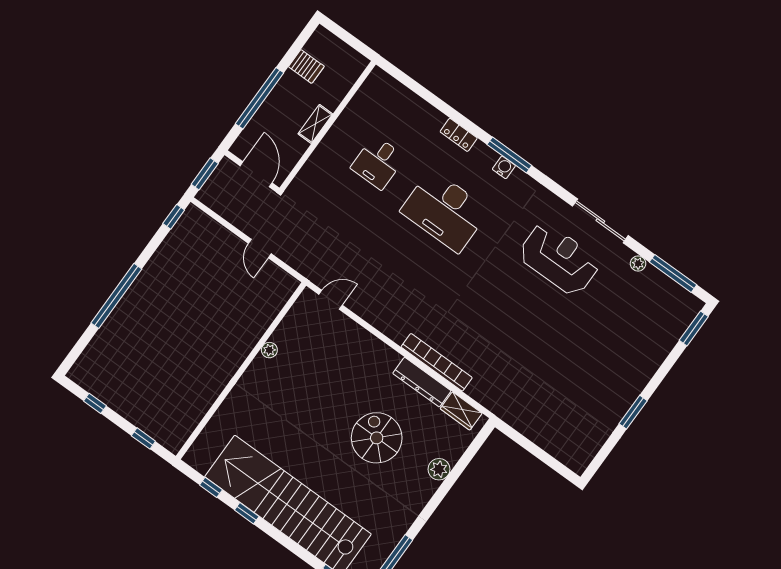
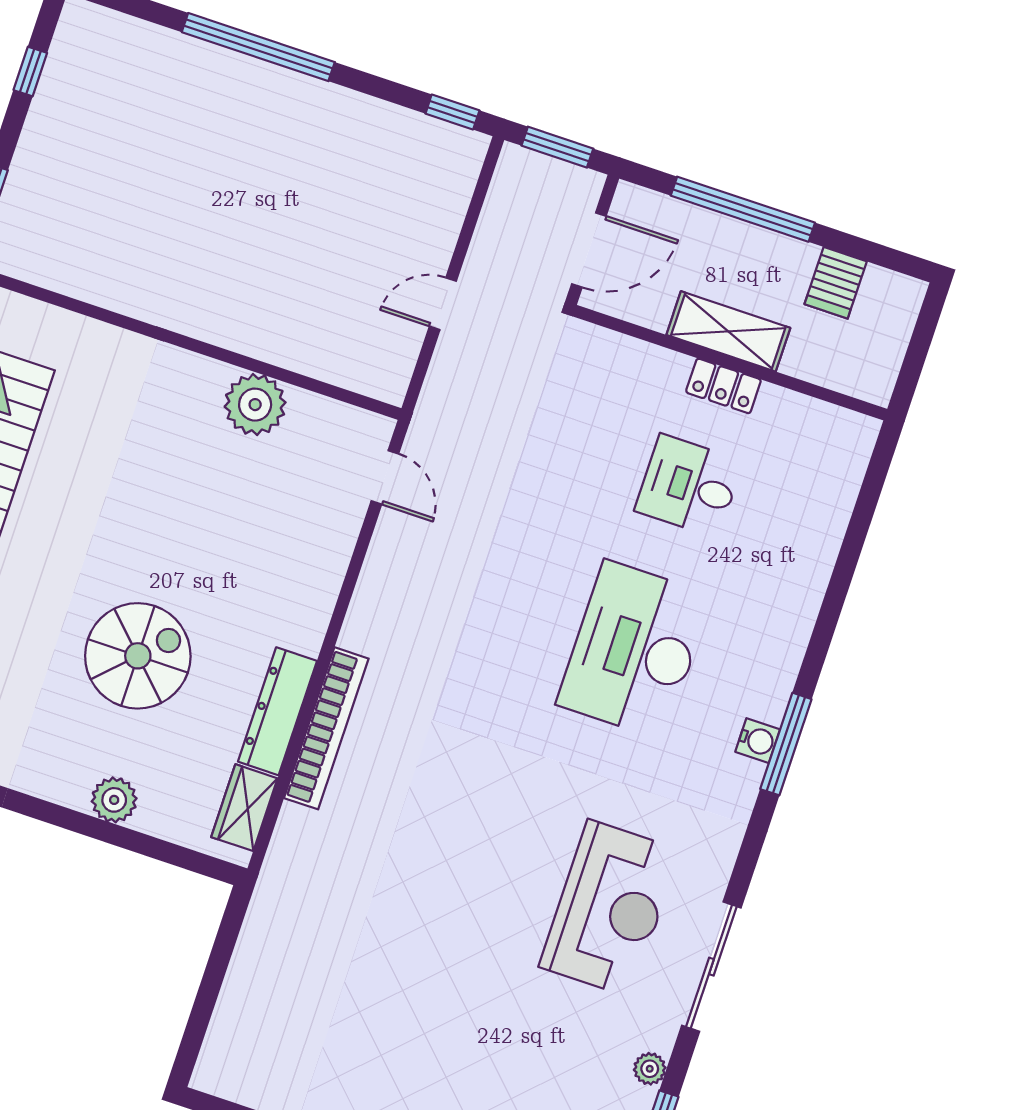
shelving: (315, 124) -> (728, 331), width x1.50, depth x1.33
locker: (459, 135) -> (723, 386), moved, turned -90
plant: (269, 350) -> (255, 405), width x1.88, depth x1.88

